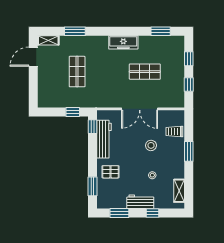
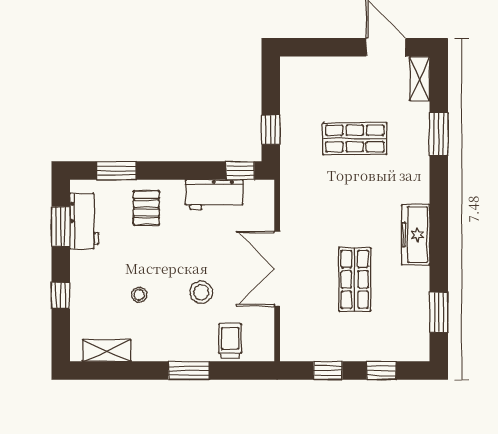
workbench: (104, 139) -> (214, 195), width x0.73
workbench: (140, 202) -> (84, 221), moved

